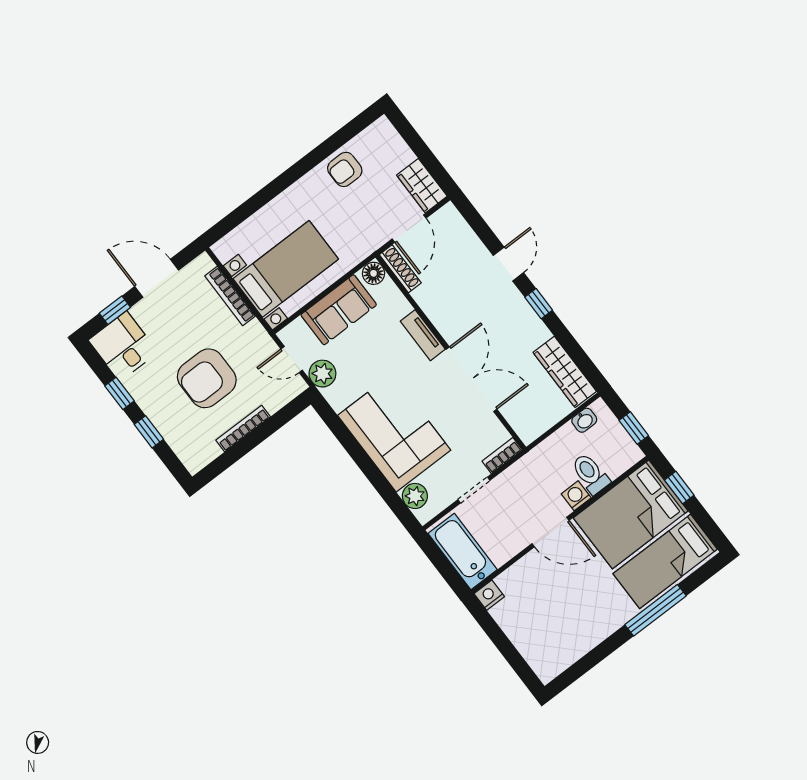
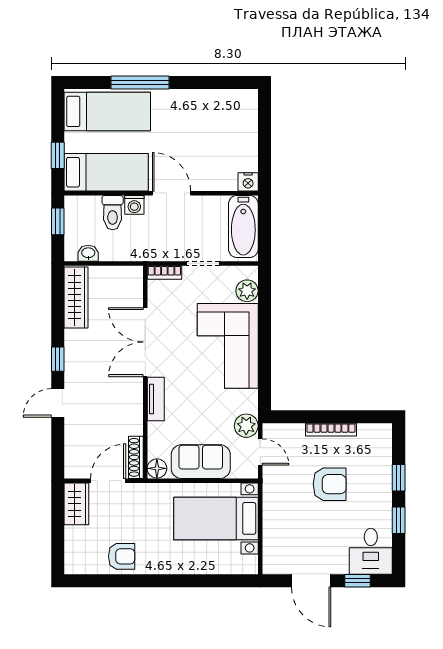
bookcase: (230, 296) -> (269, 529), removed
armchair: (207, 378) -> (330, 484), width x0.73, depth x0.73
bed: (631, 514) -> (106, 172), width x0.67

